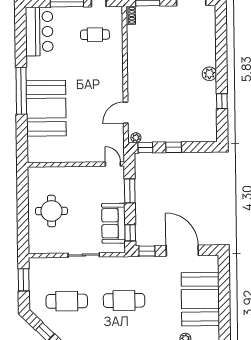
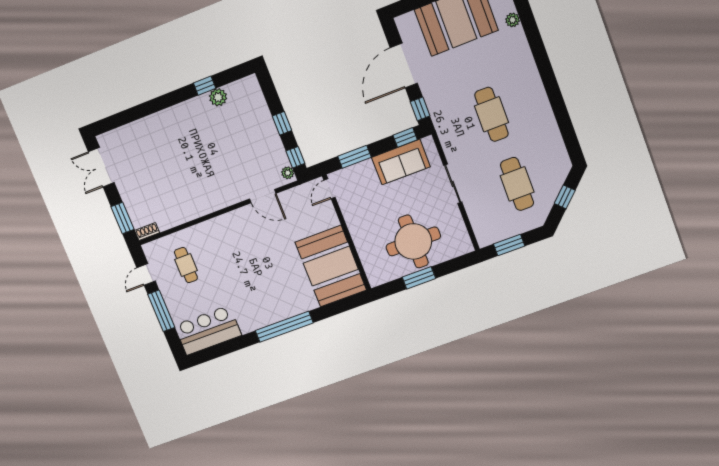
plant: (209, 74) -> (218, 97), moved
booth: (46, 108) -> (331, 266), moved, turned 90
window: (23, 205) -> (419, 278), added
round table: (51, 211) -> (413, 241), width x1.36, depth x1.36

